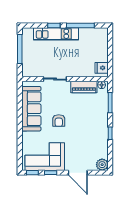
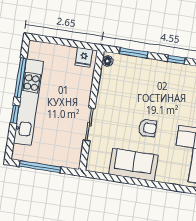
kitchen unit: (56, 34) -> (29, 102), width x1.36
piano: (84, 87) -> (106, 86), removed
sofa: (31, 109) -> (133, 165), width x0.73

